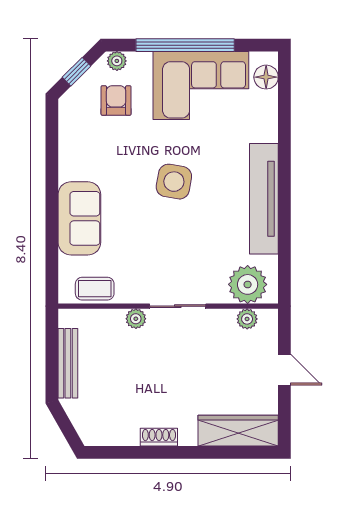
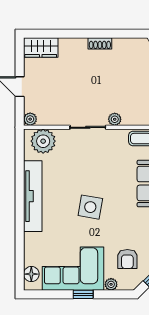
window: (185, 45) -> (83, 294), width x0.32
plant: (117, 61) -> (111, 284), moved
plant: (247, 319) -> (30, 119), moved
wardrobe: (238, 431) -> (41, 48), width x0.67

